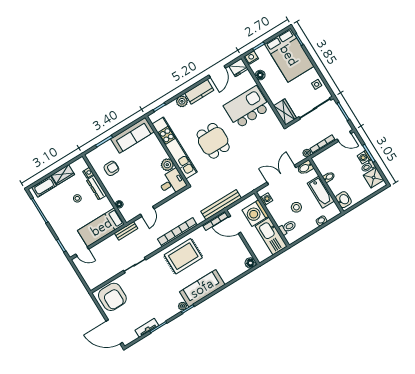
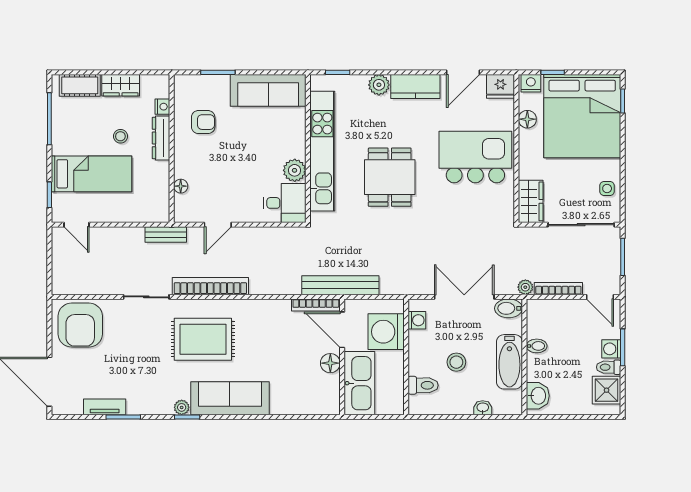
bed: (289, 55) -> (582, 116), width x1.36
bed: (101, 227) -> (92, 174), moved, turned 180
bookcase: (177, 232) -> (210, 286), moved
kitchen sink: (271, 236) -> (359, 383), moved, turned 180
rug: (183, 256) -> (203, 339), moved
floor lamp: (250, 263) -> (330, 363), moved

